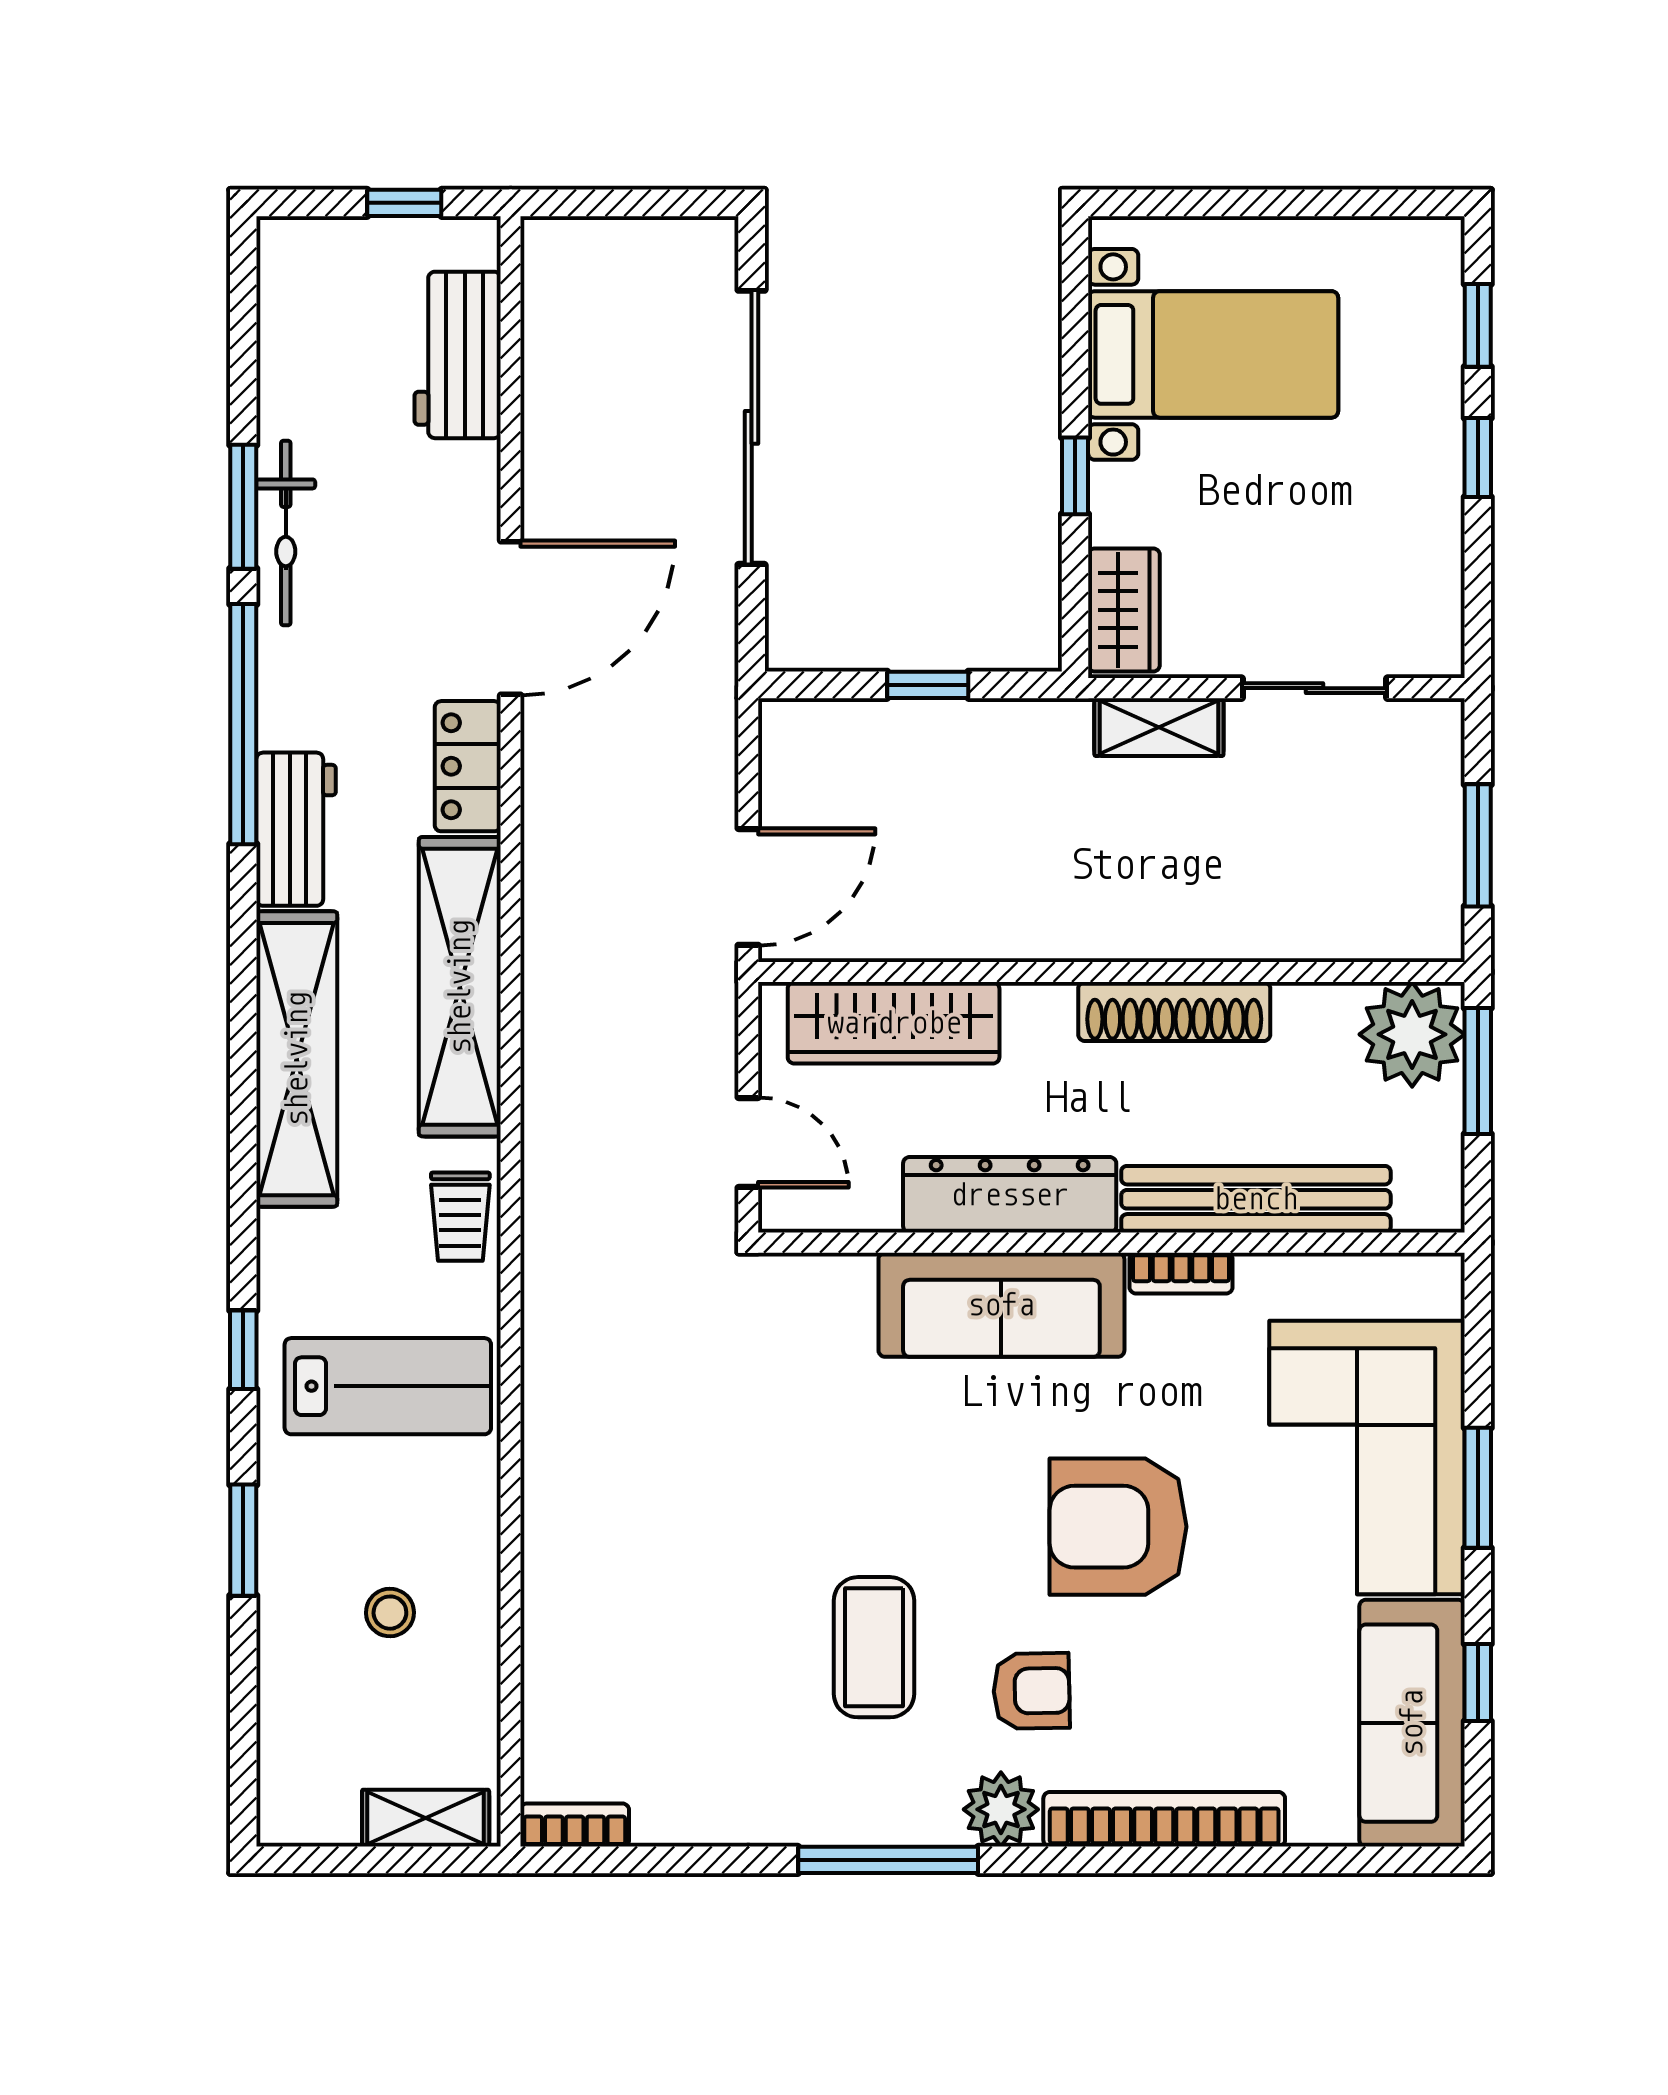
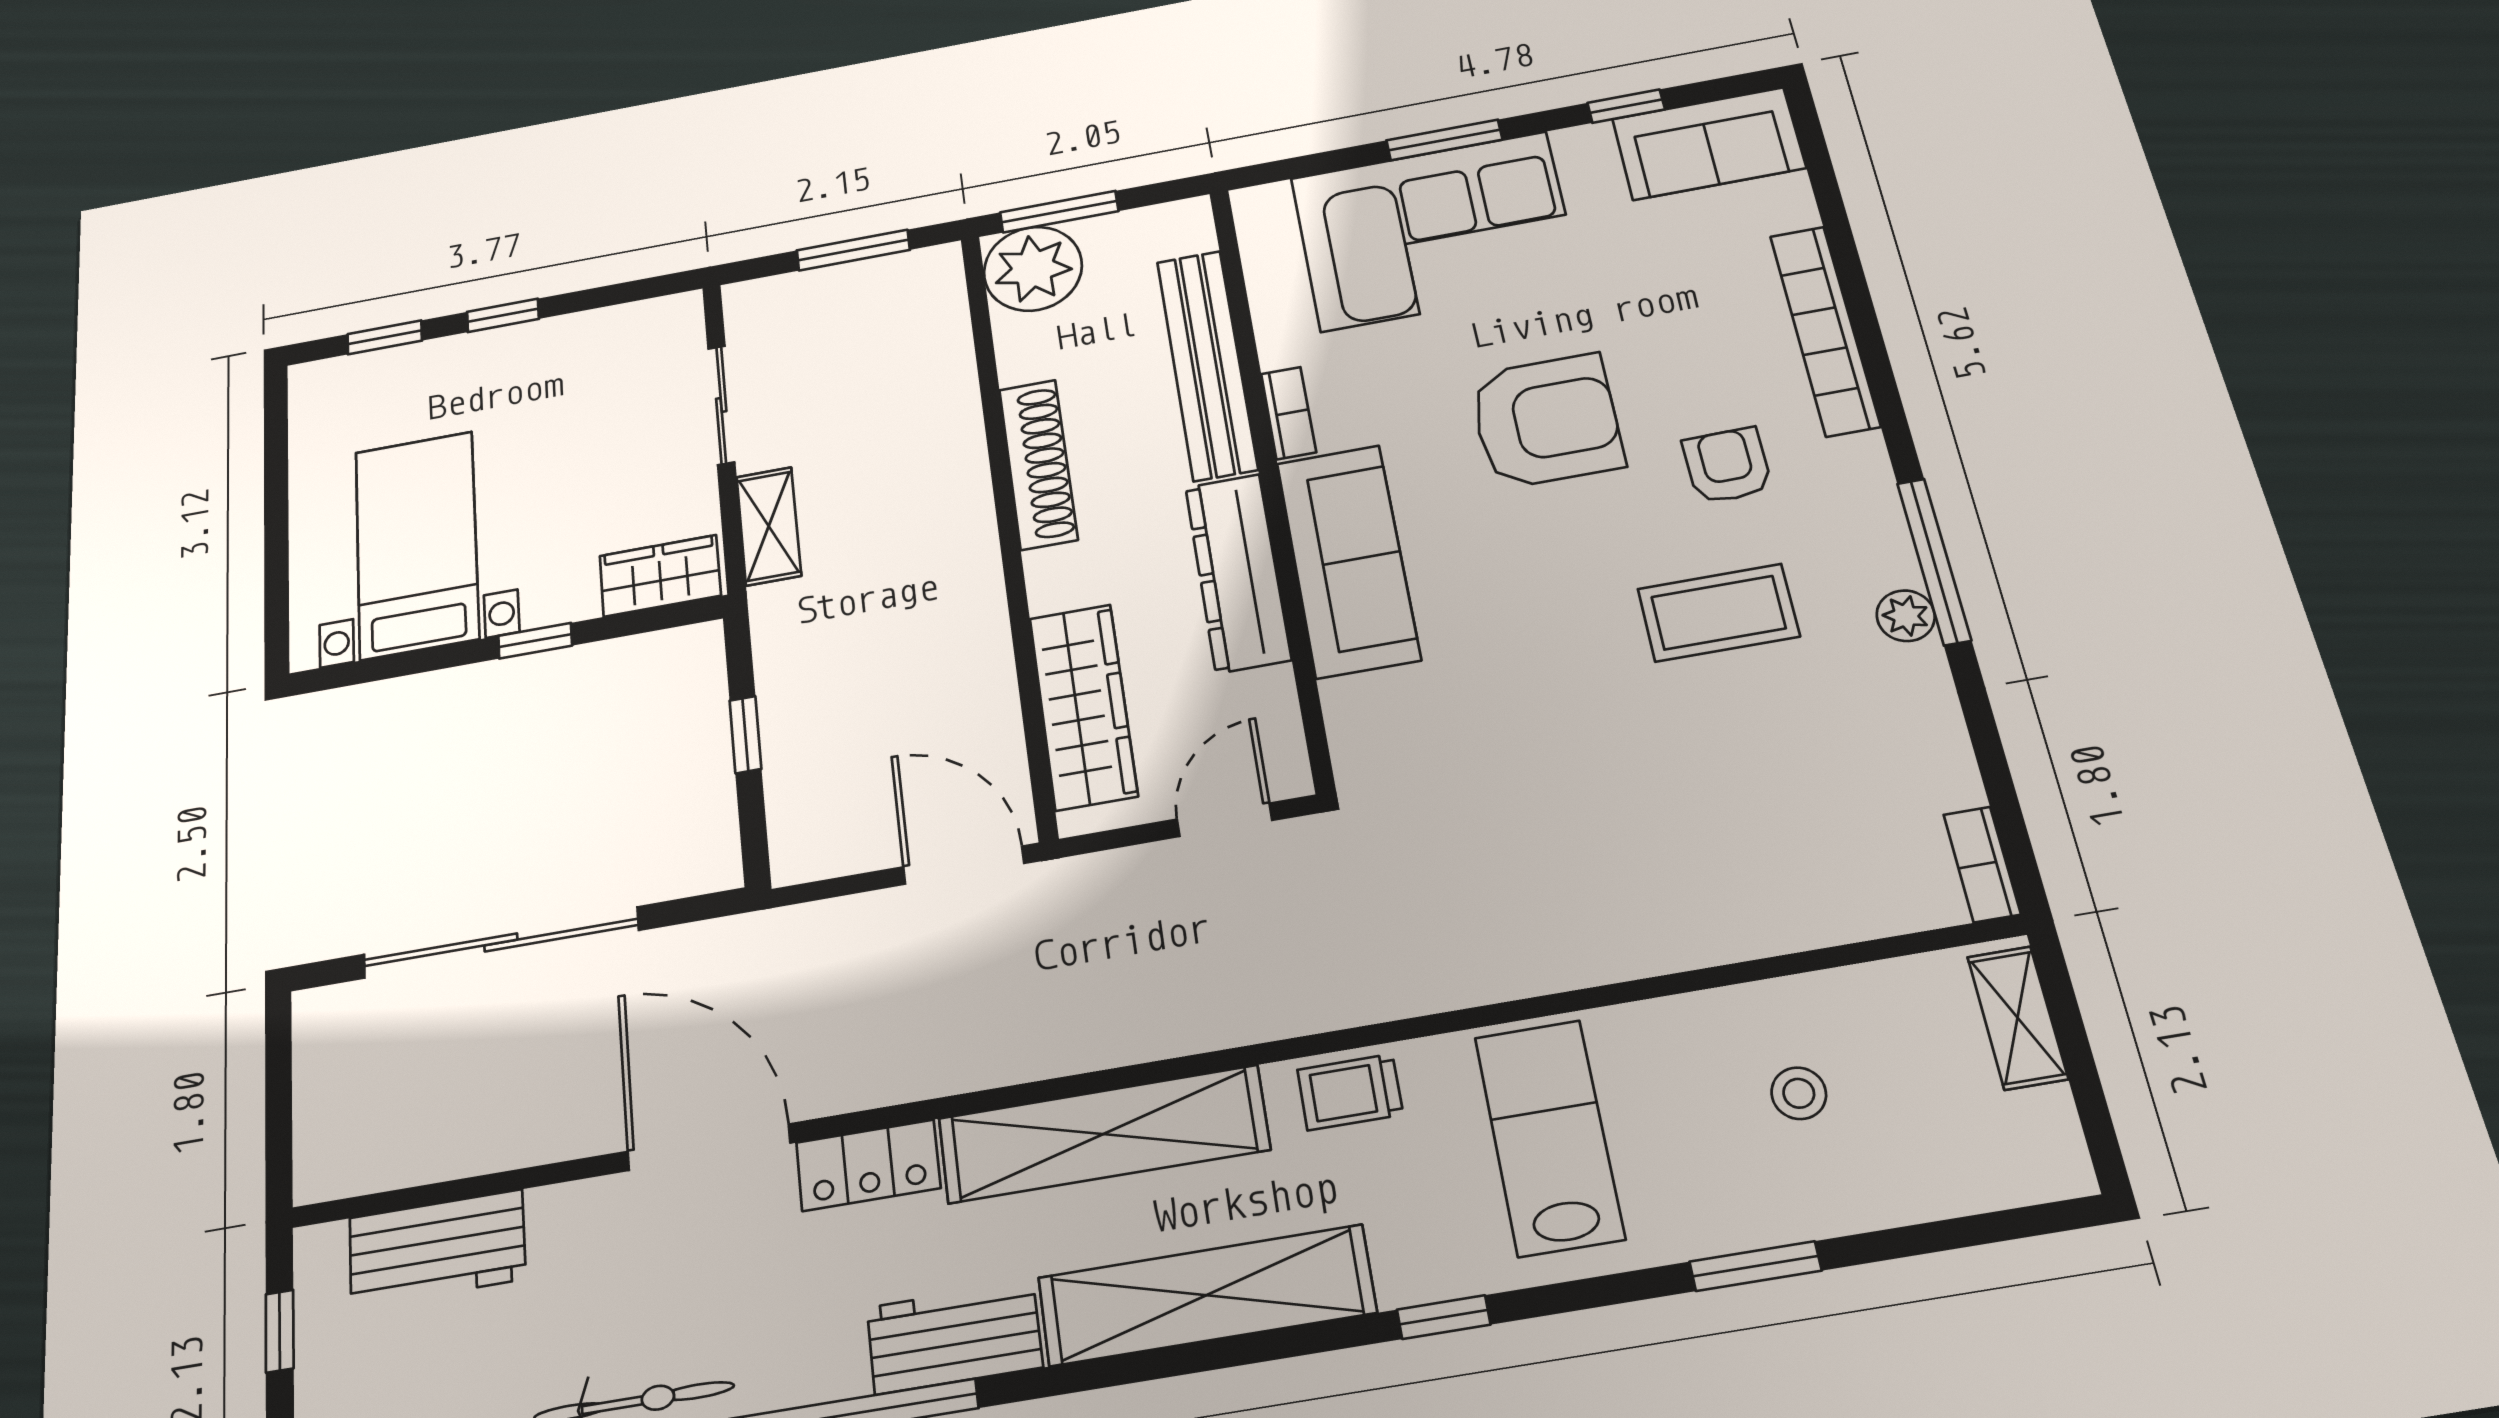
trolley: (460, 1217) -> (1350, 1092), turned 180
window: (243, 1350) -> (1444, 1317), moved
armchair: (1118, 1527) -> (1546, 421), turned -90
sofa: (1412, 1723) -> (1709, 143), width x0.73
plant: (1001, 1809) -> (1906, 616), moved, width x0.73, depth x0.73

